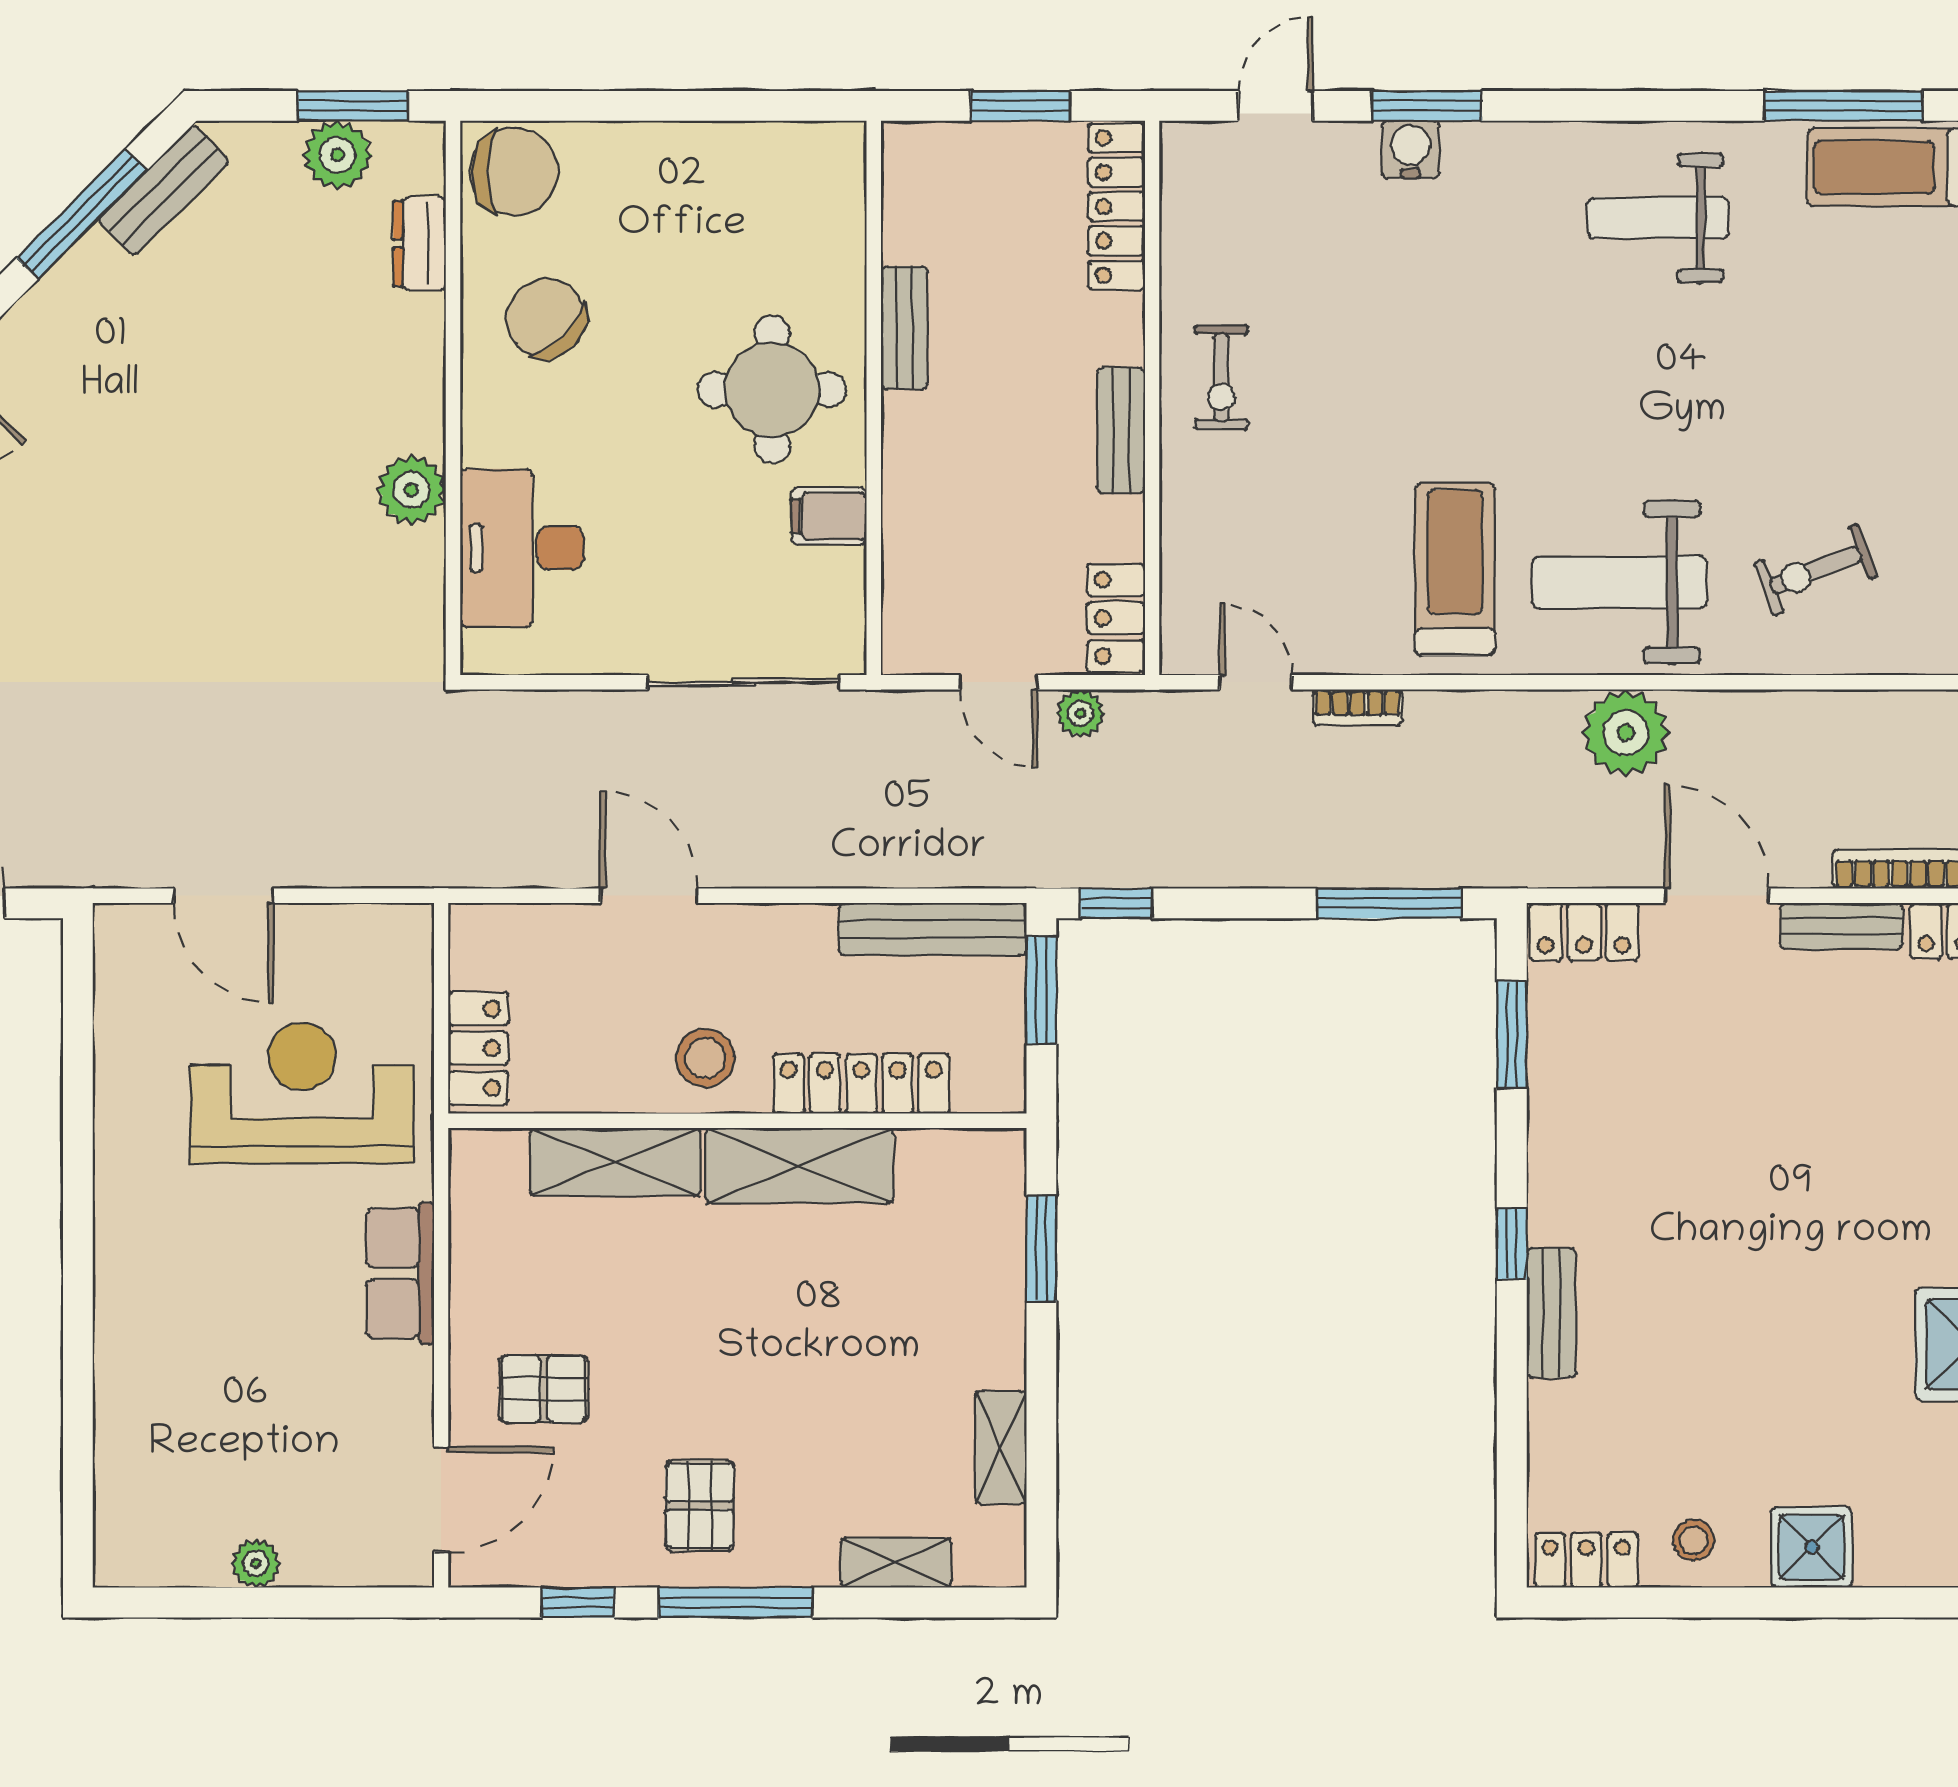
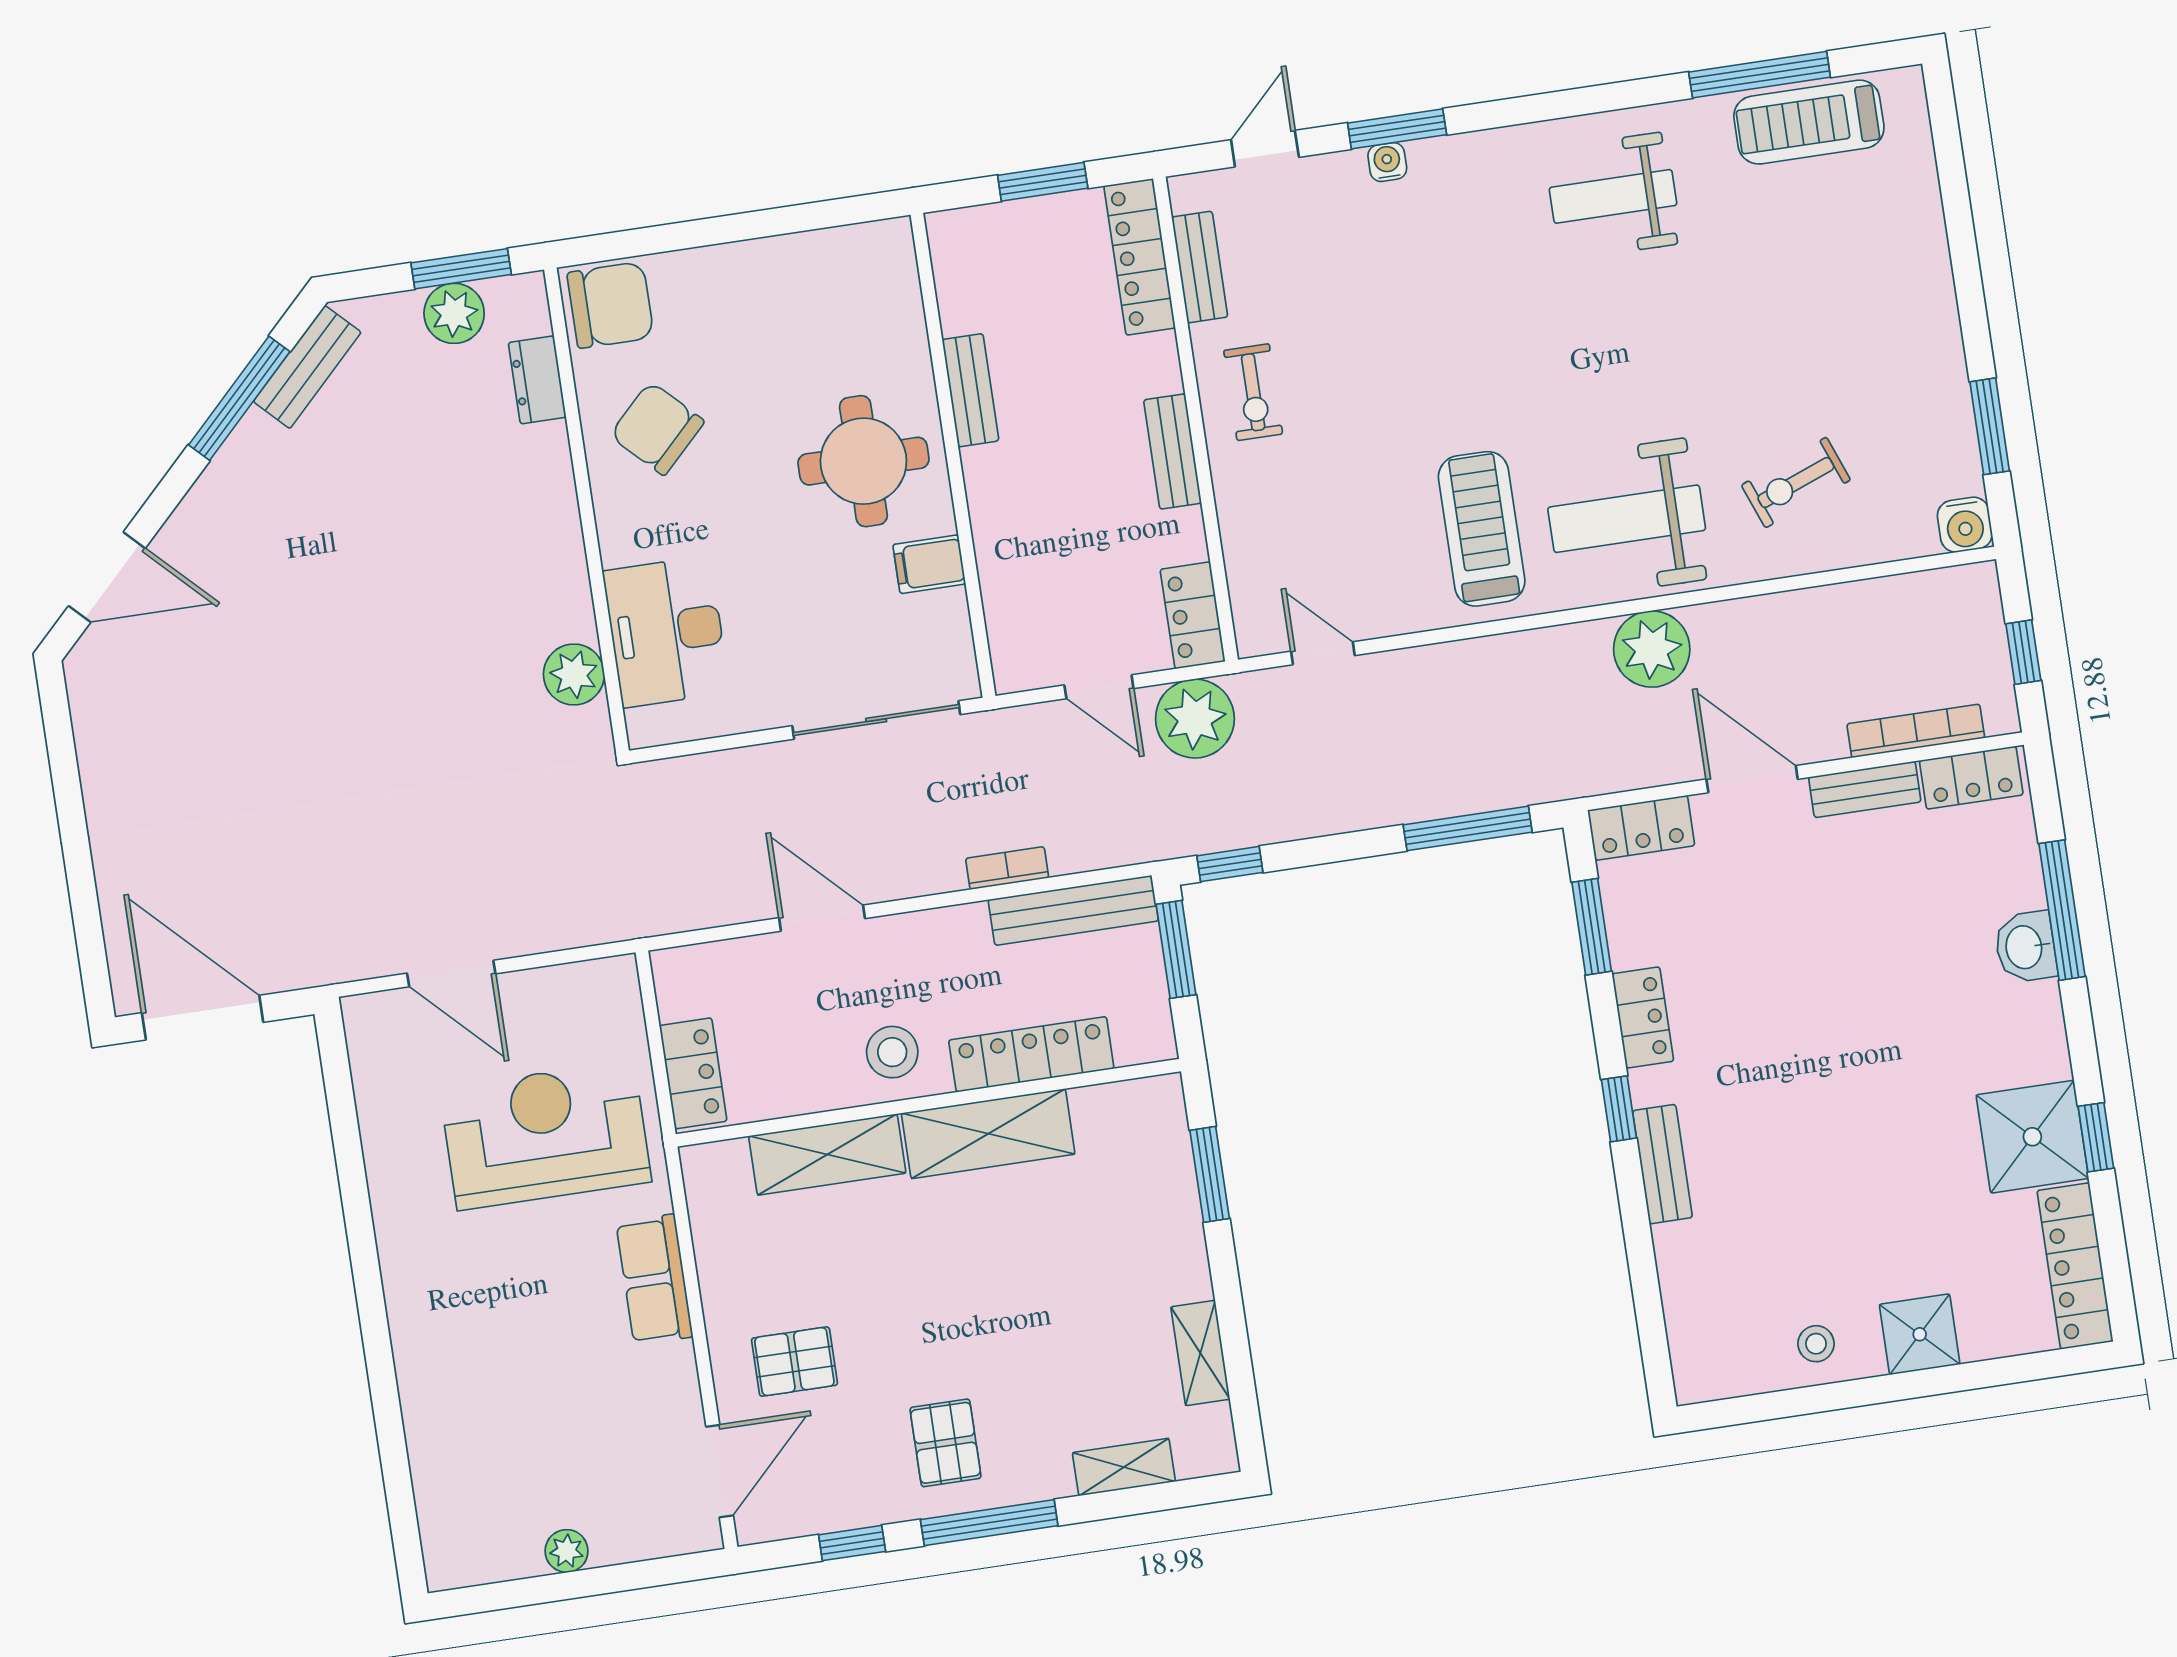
water cooler: (1411, 149) -> (1387, 162), width x0.72, depth x0.72
bench: (1182, 228) -> (1200, 267), added
plant: (411, 490) -> (574, 674), moved
bookcase: (1357, 707) -> (1007, 868), moved, turned 180
plant: (1080, 713) -> (1195, 719), width x1.87, depth x1.87
locker: (1586, 1560) -> (1643, 1017), moved, turned 90

